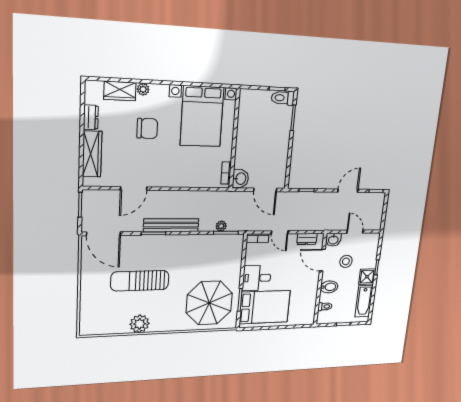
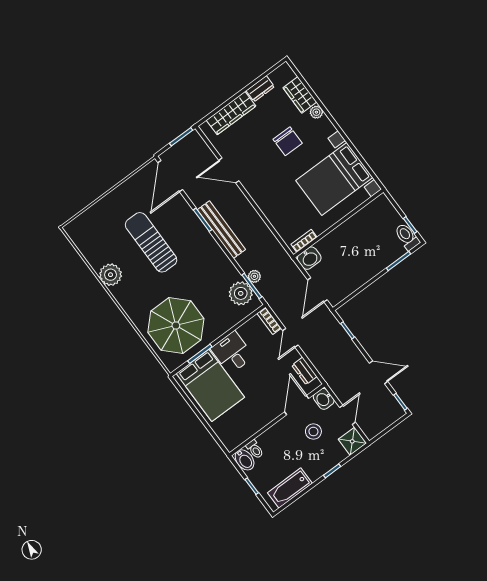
plant: (224, 244) -> (241, 293), added
shower: (367, 277) -> (352, 441), moved
bidet: (329, 287) -> (245, 460), moved

